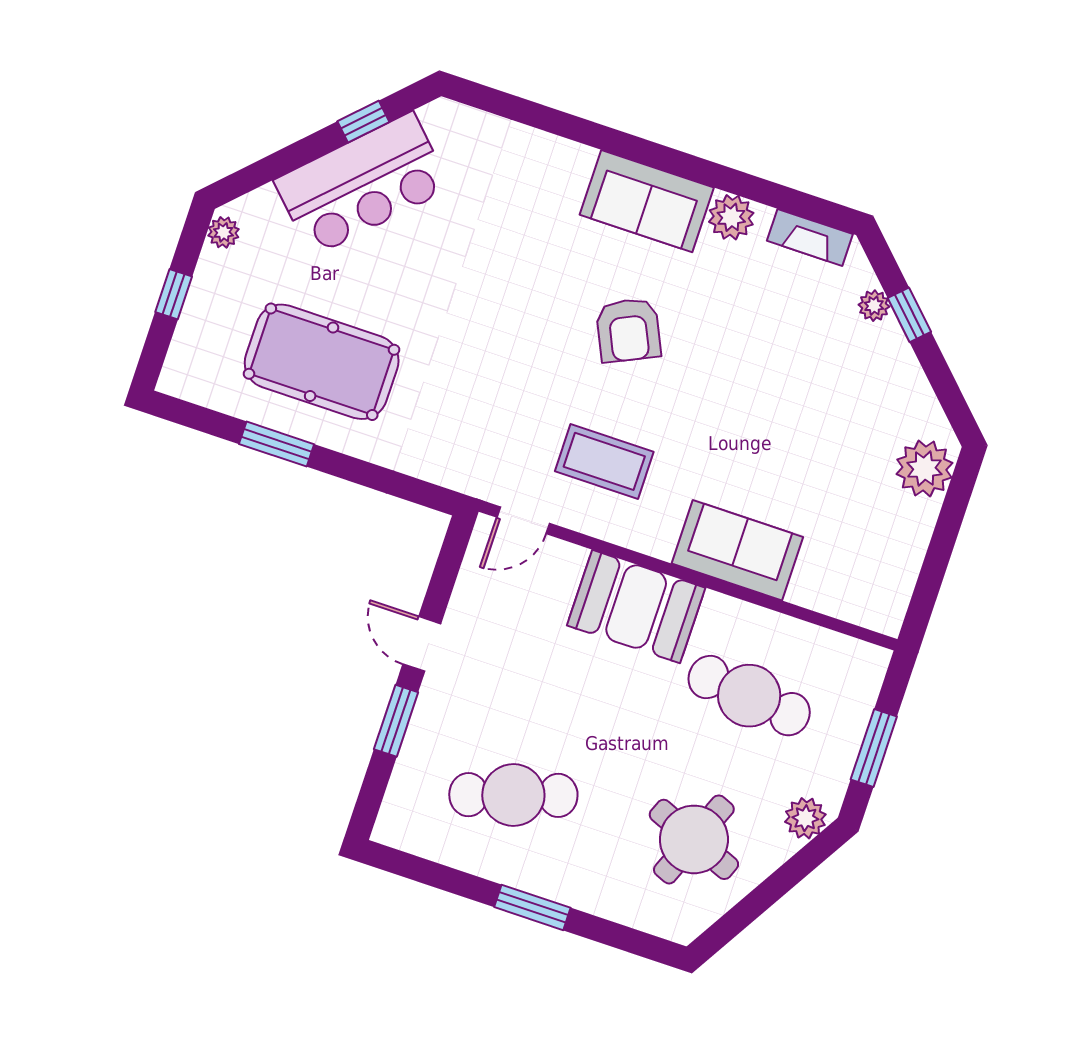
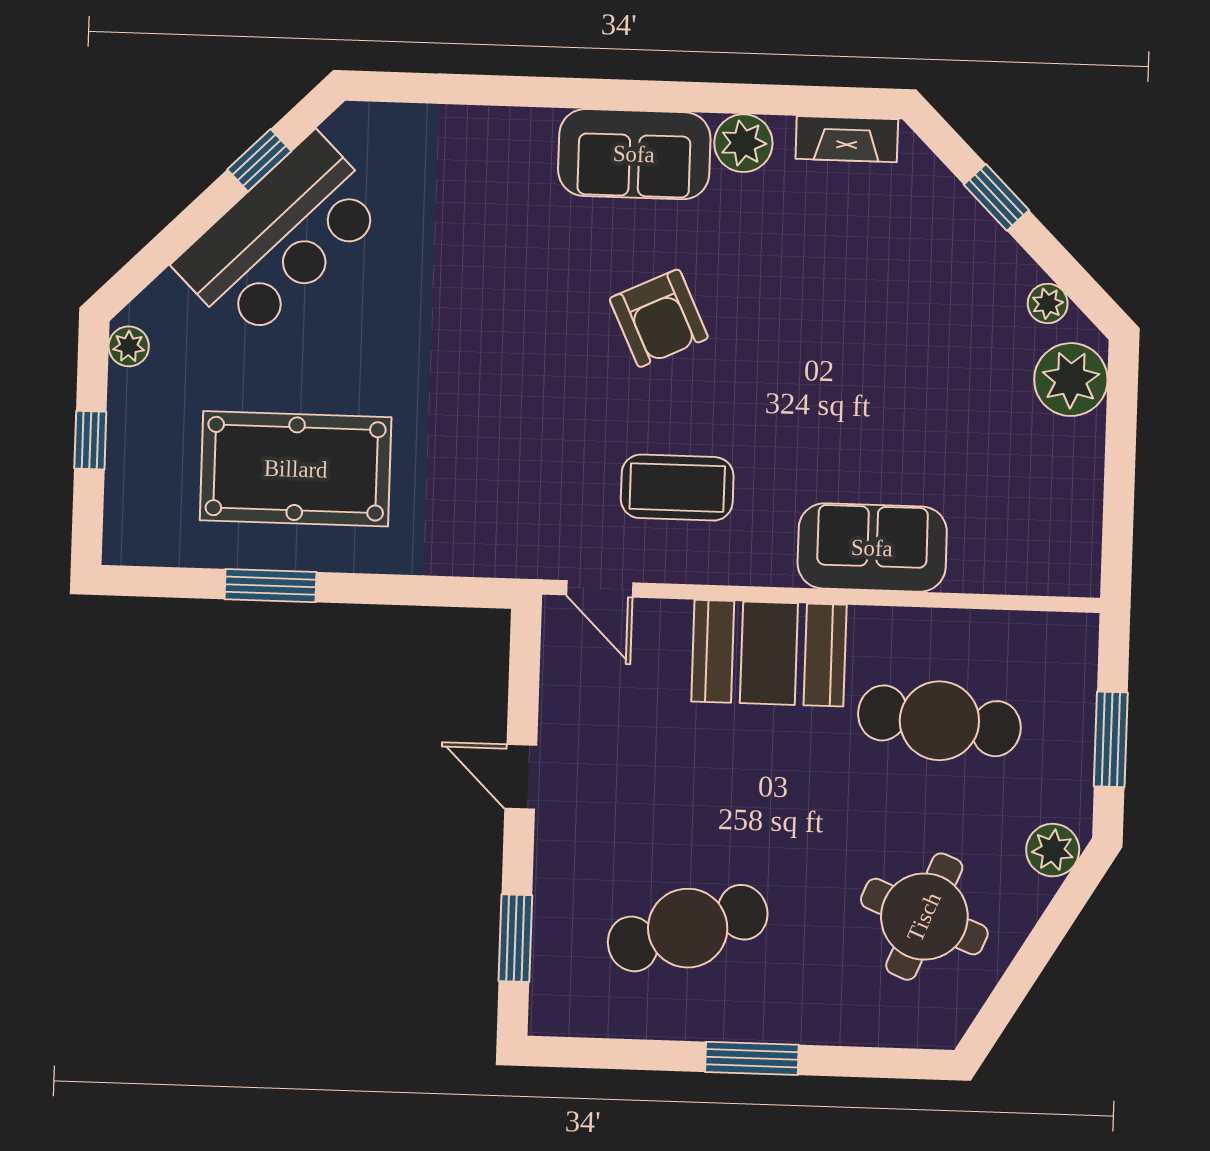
plant: (874, 306) -> (1048, 303), moved
door: (523, 520) -> (600, 589), hinge flipped
window: (396, 721) -> (515, 938), moved

